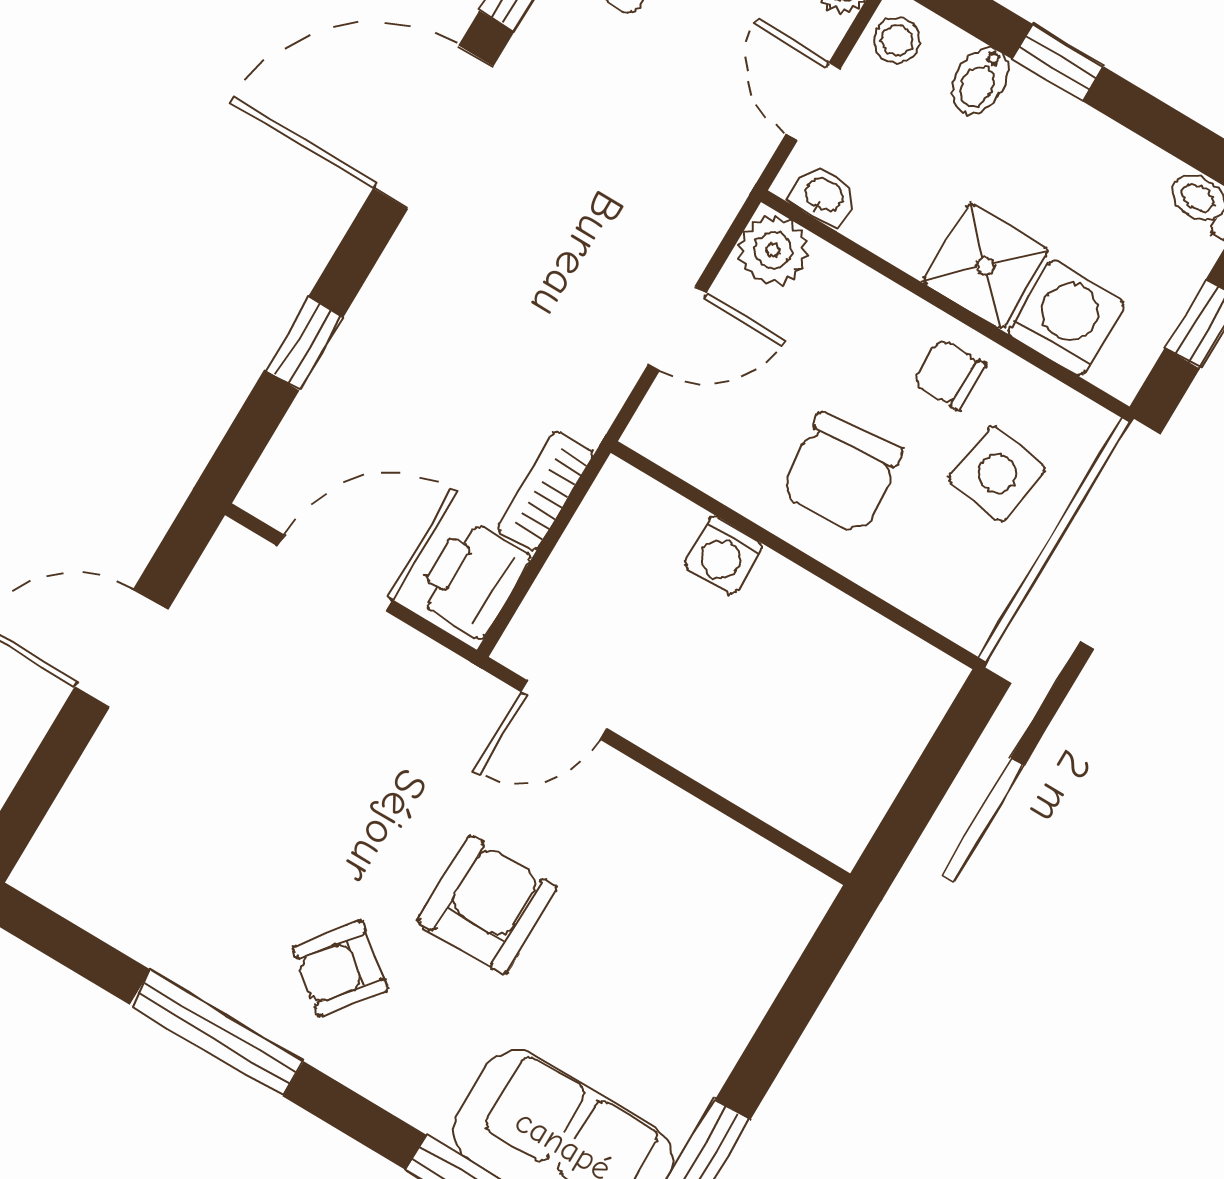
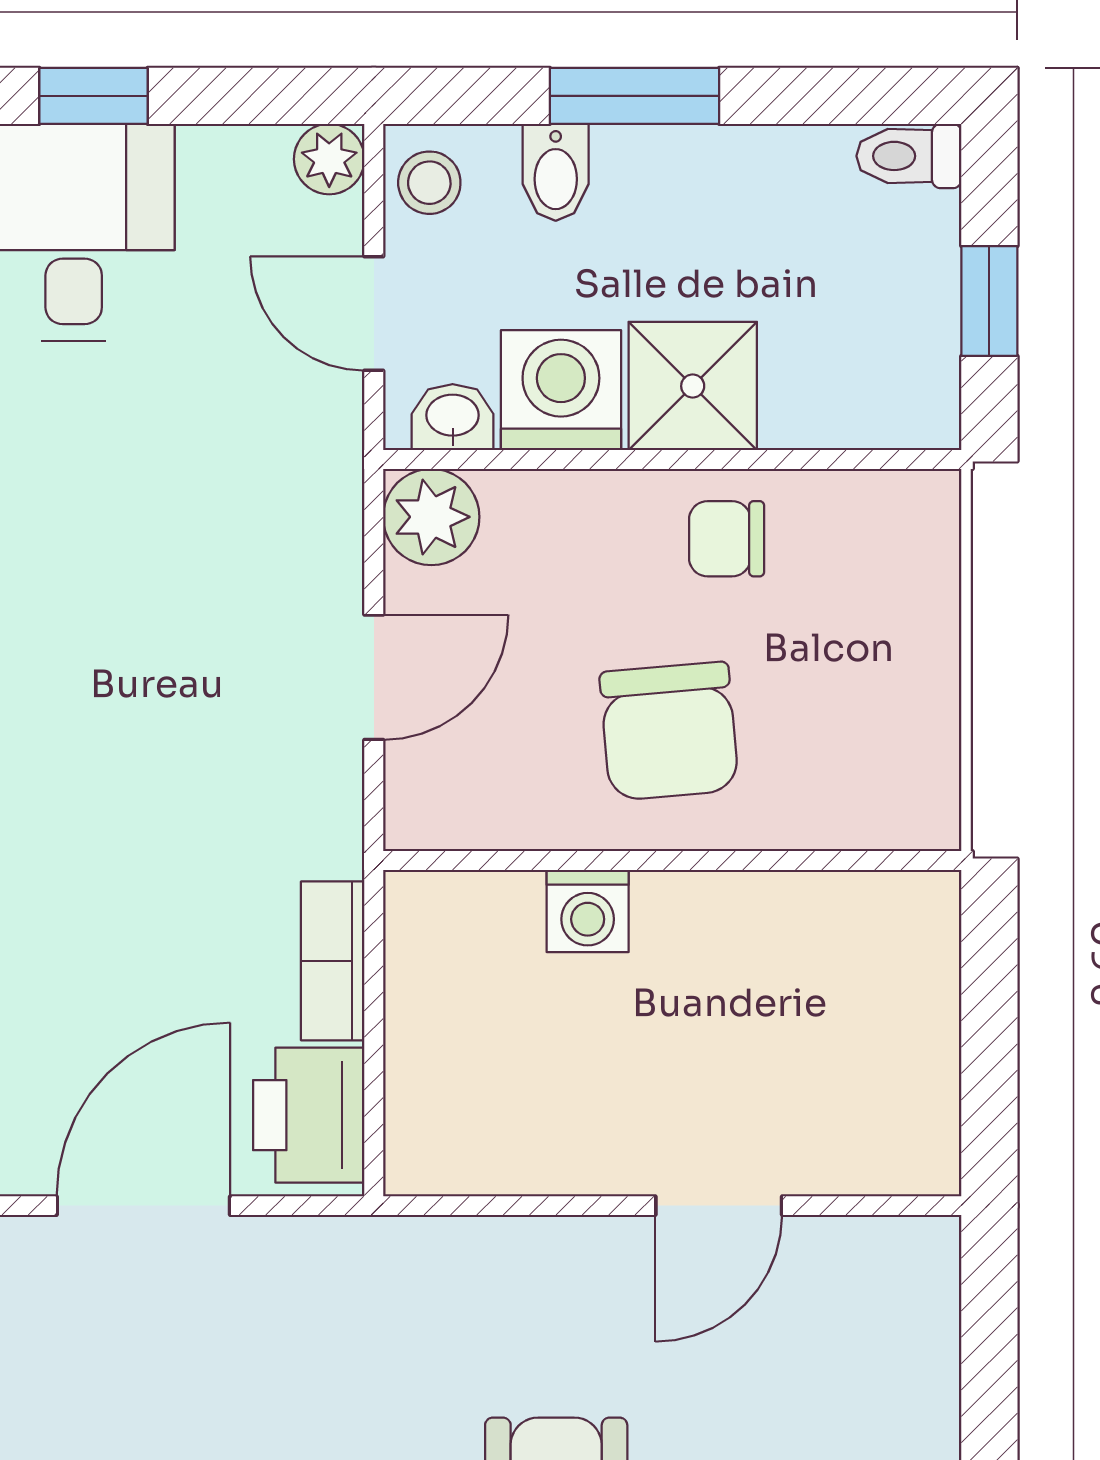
window: (1058, 63) -> (634, 96), width x1.50
washing machine: (1066, 318) -> (561, 390), moved
side table: (997, 474) -> (853, 623), removed
door: (564, 710) -> (719, 1206), moved

